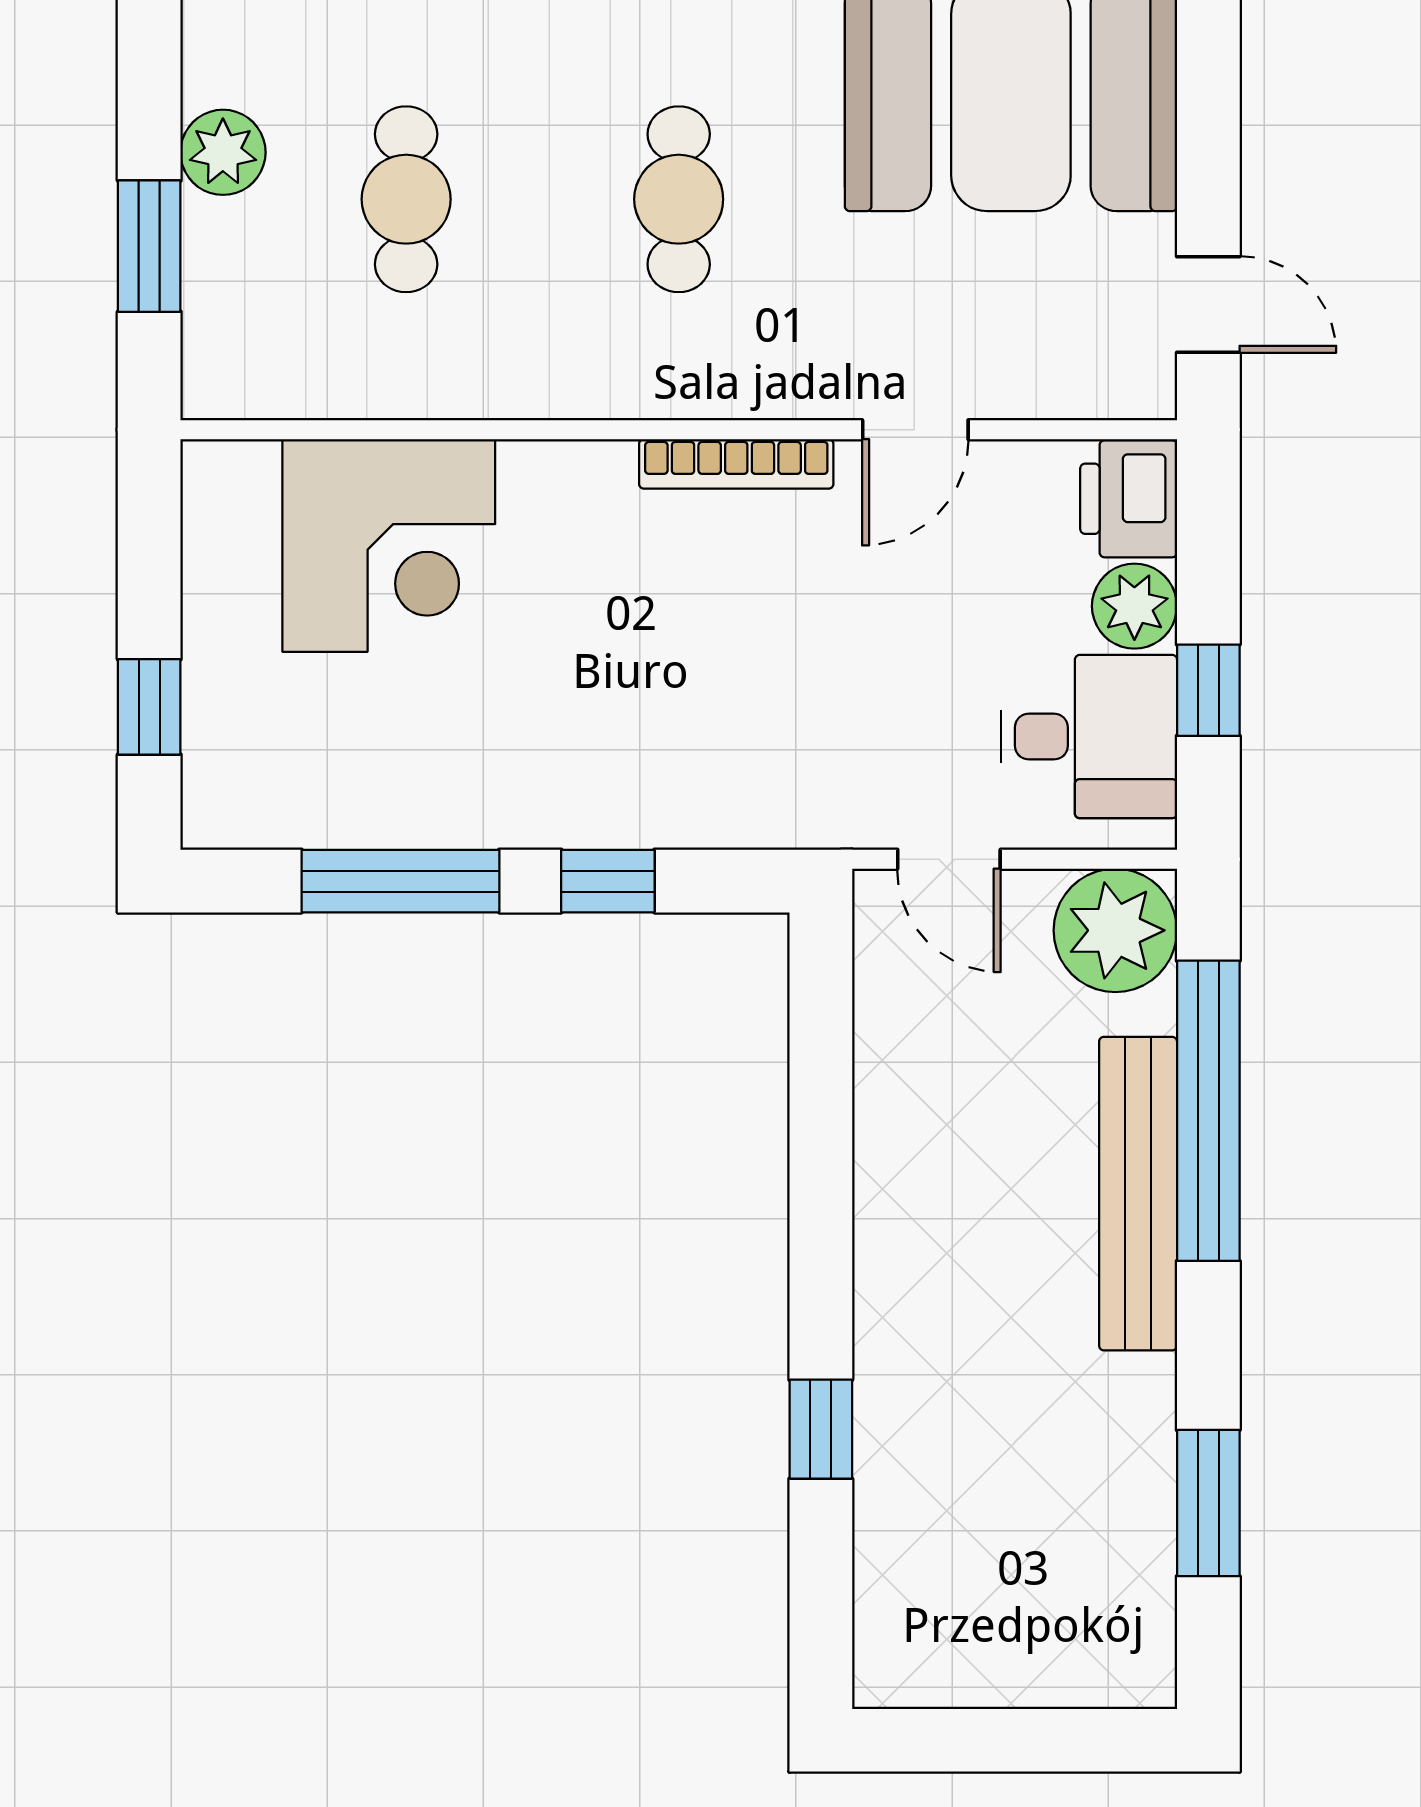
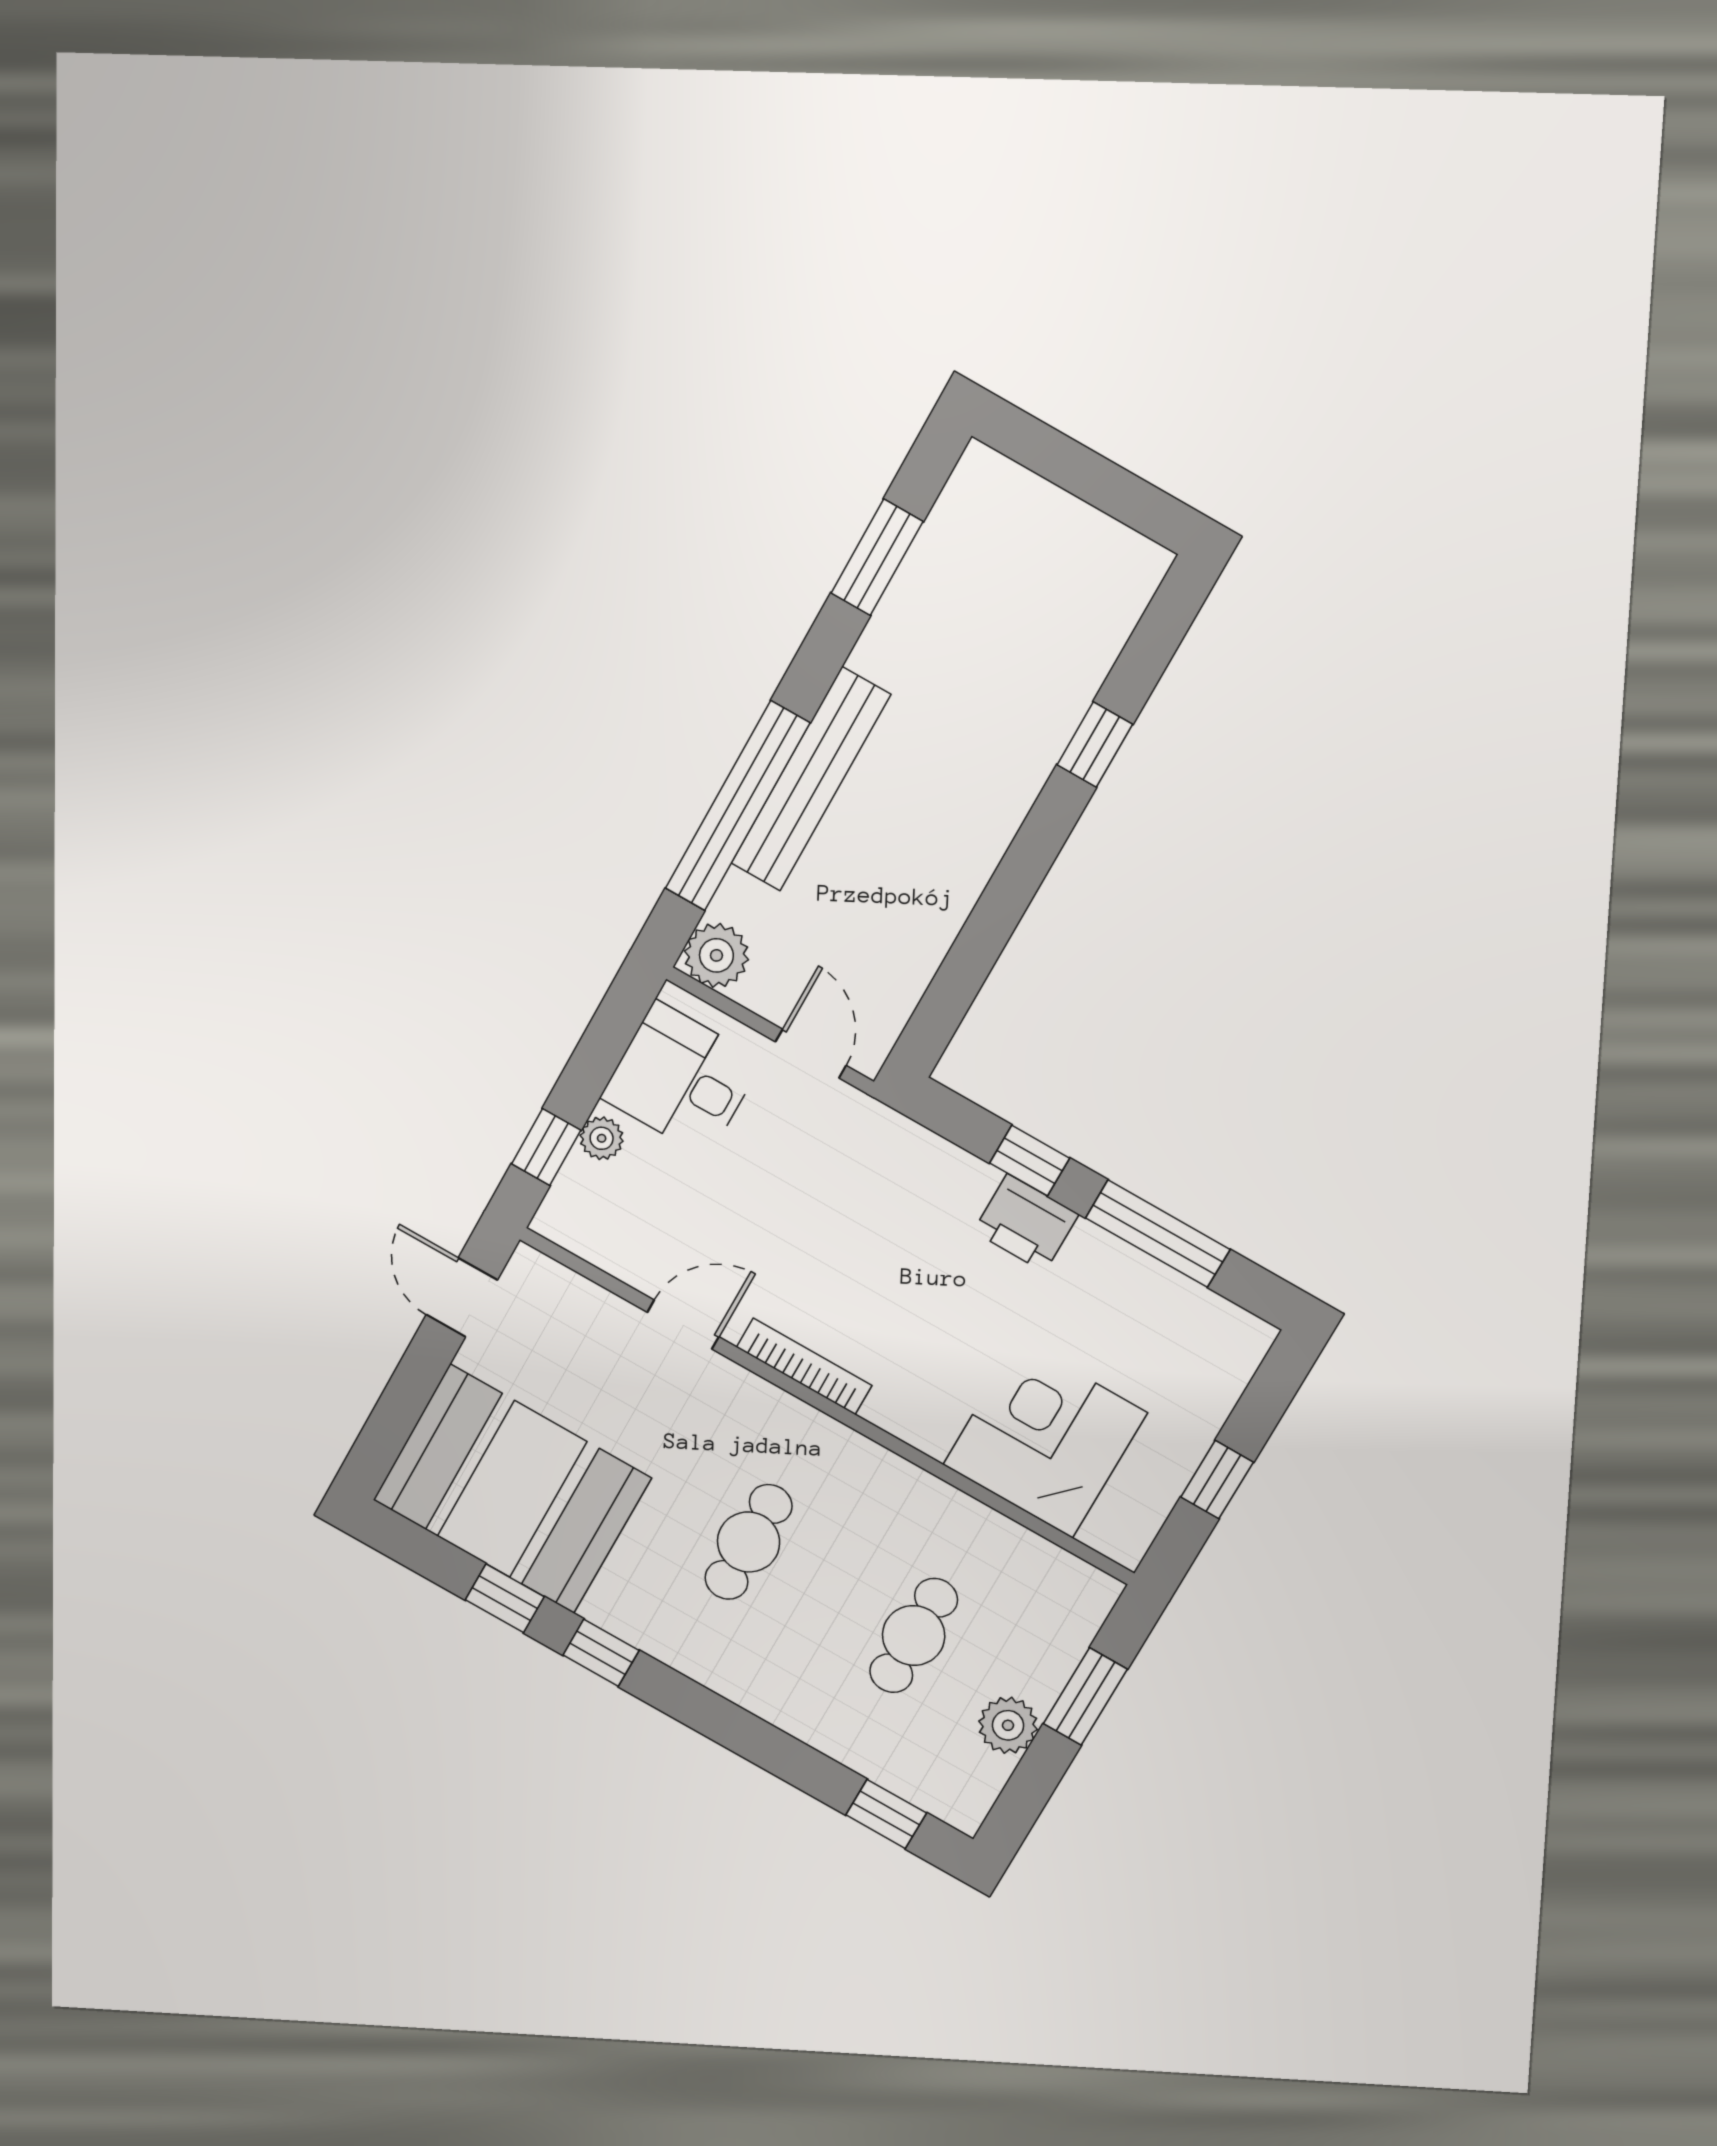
printer: (1129, 499) -> (1026, 1223), moved, turned 90
plant: (1134, 606) -> (602, 1138), width x0.73, depth x0.73
window: (1208, 690) -> (546, 1147), moved
window: (149, 707) -> (1217, 1480), moved
plant: (1115, 930) -> (716, 955), width x0.73, depth x0.73

